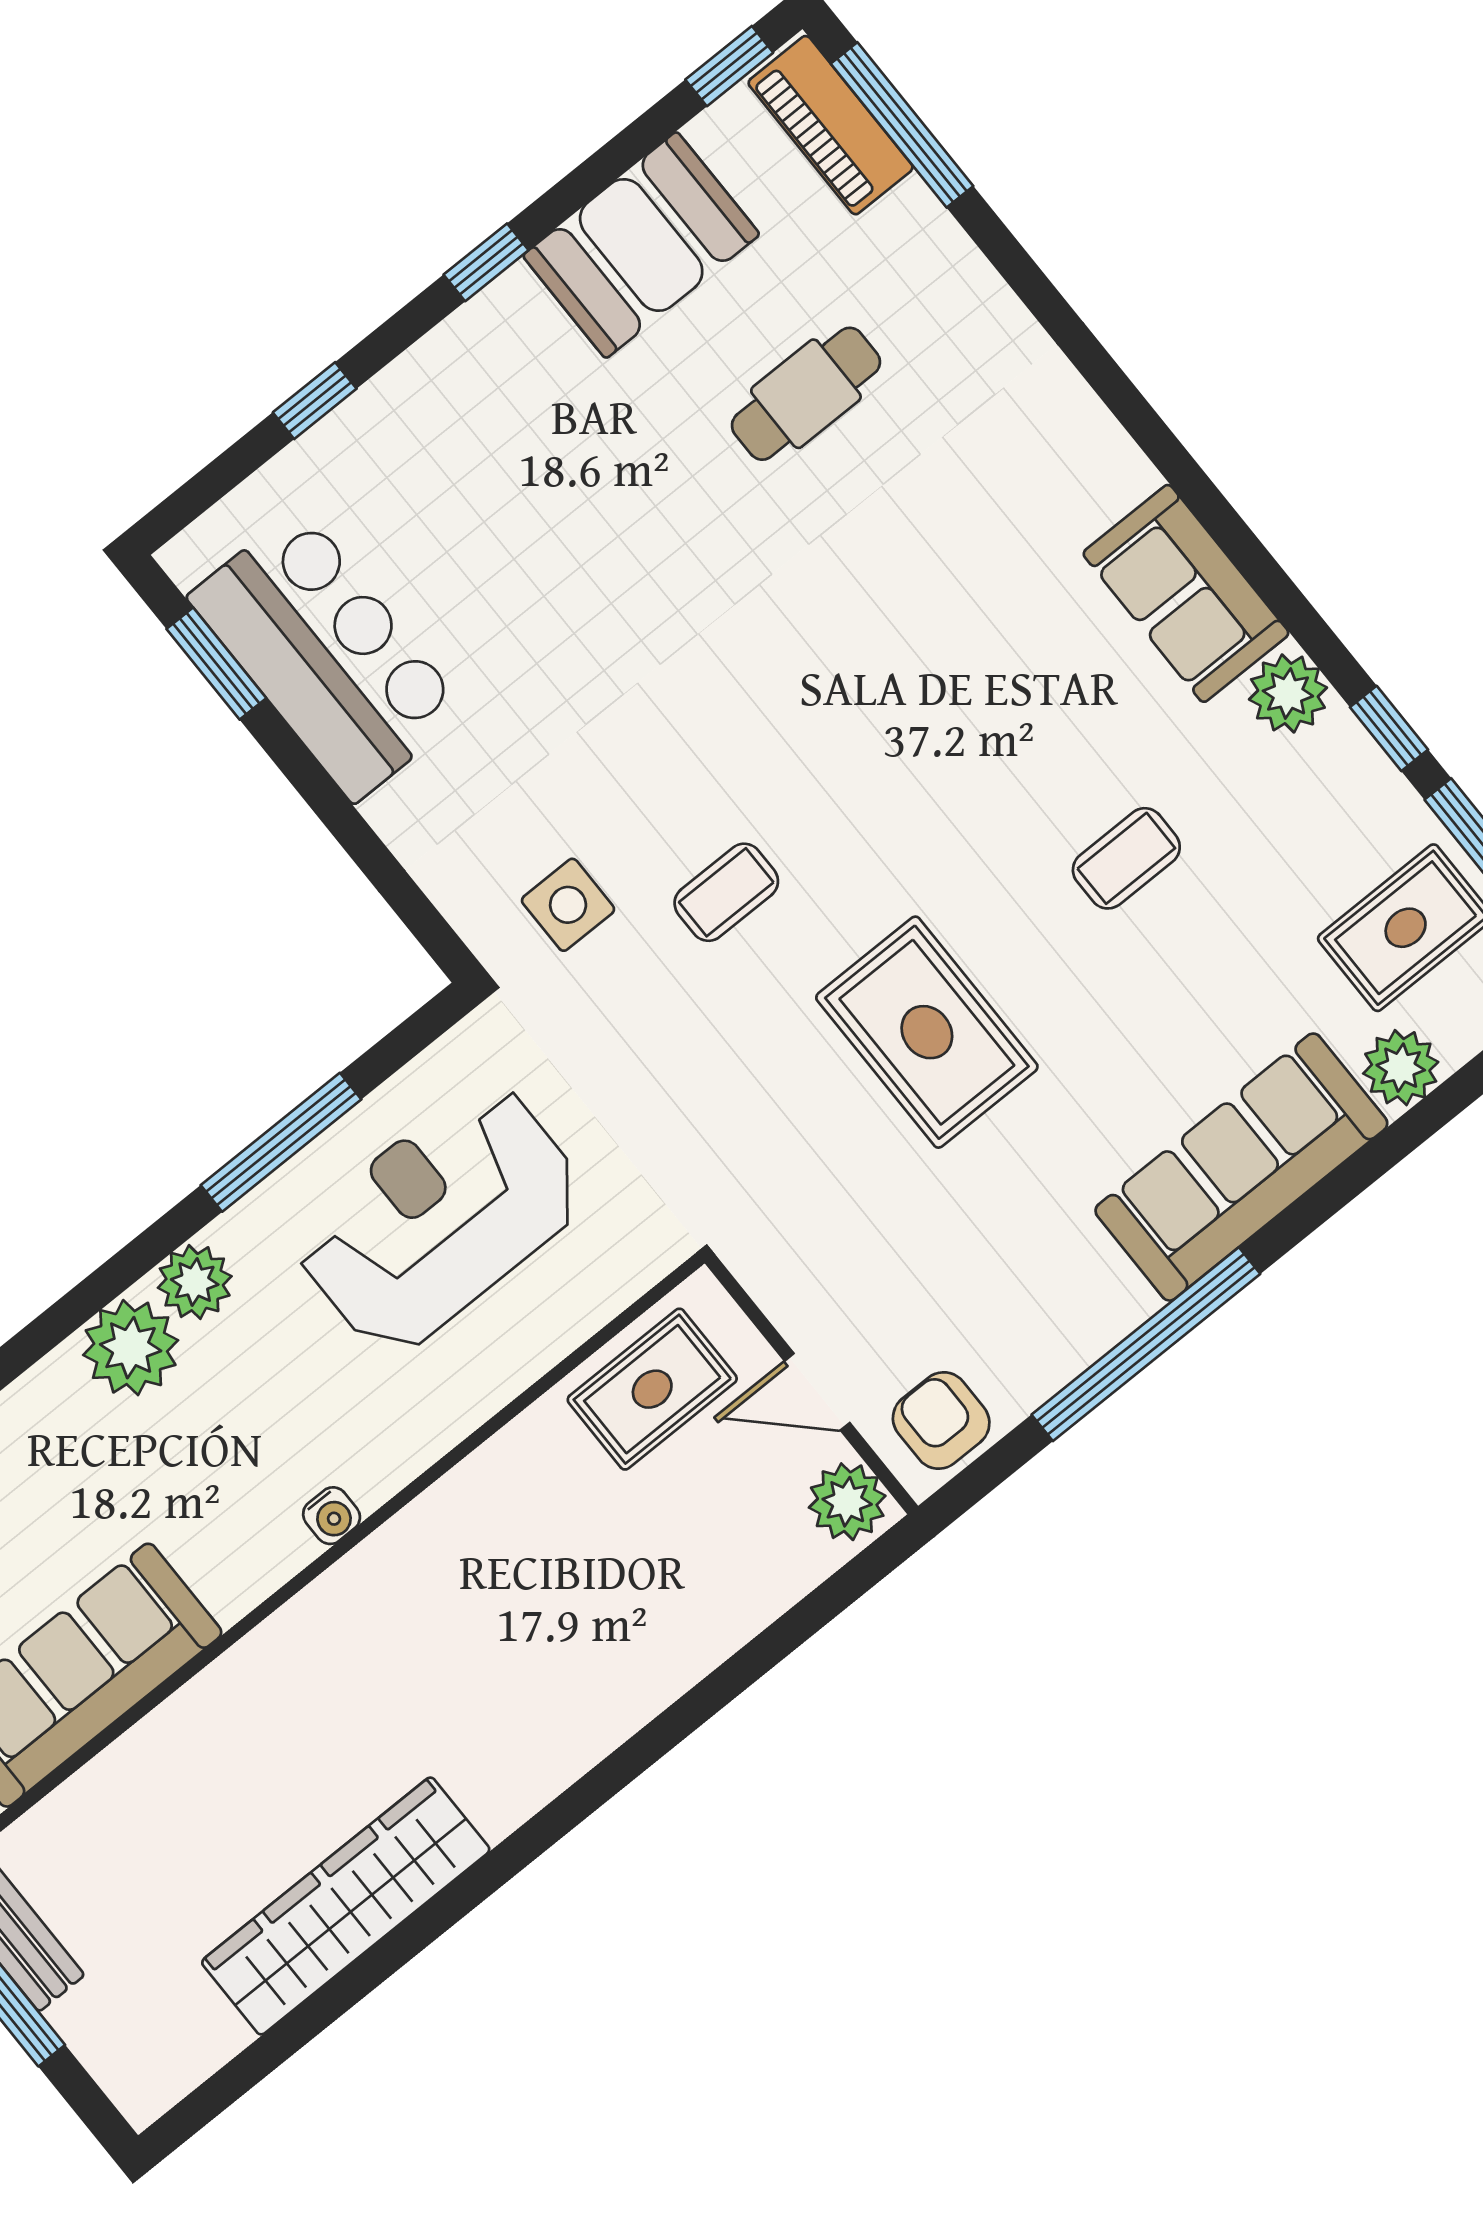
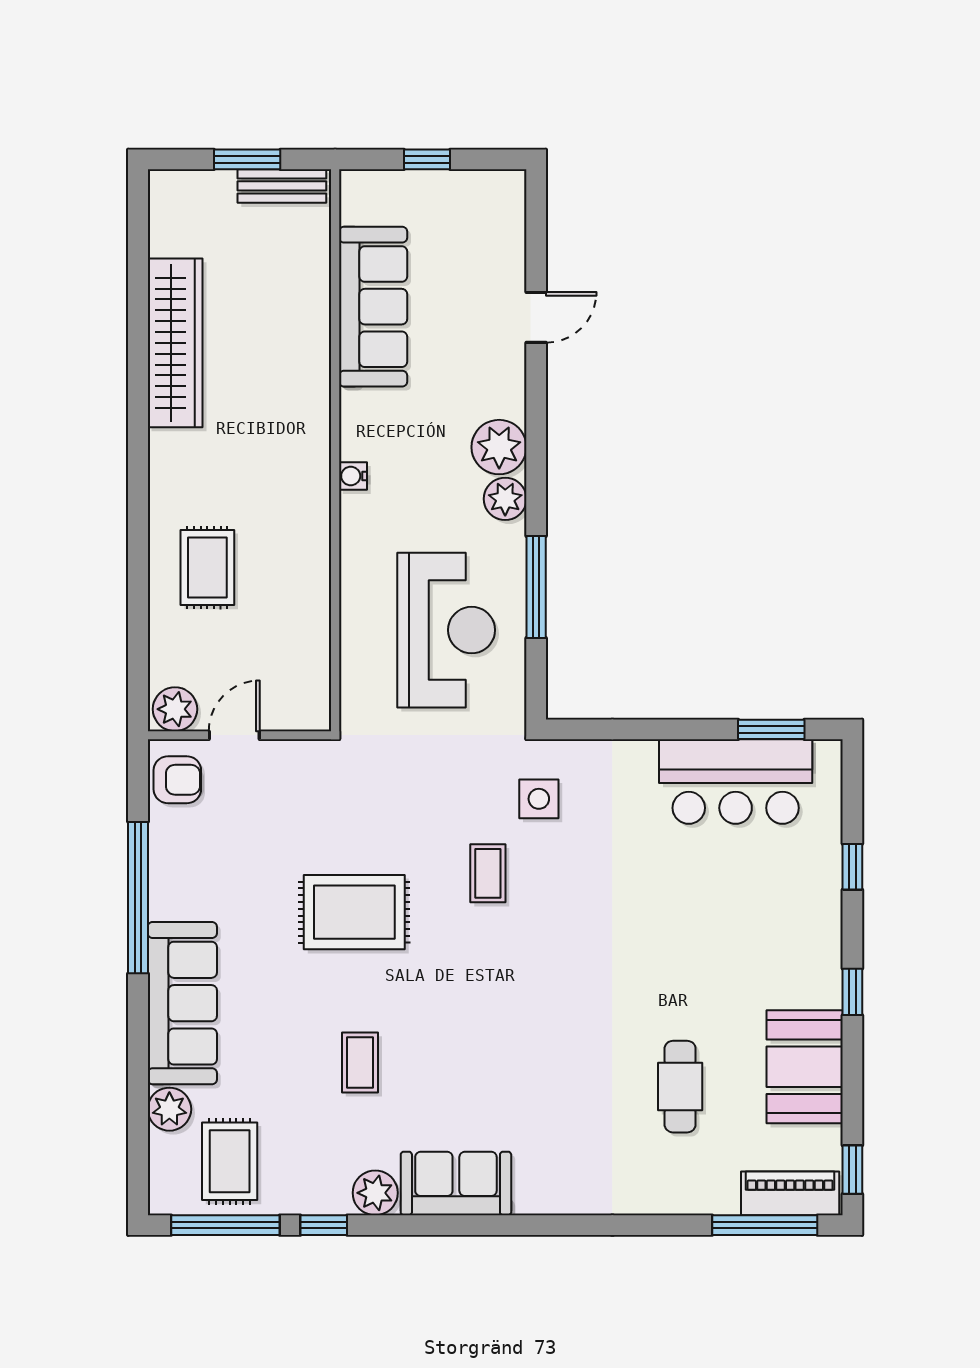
rug: (652, 1389) -> (207, 568), moved

